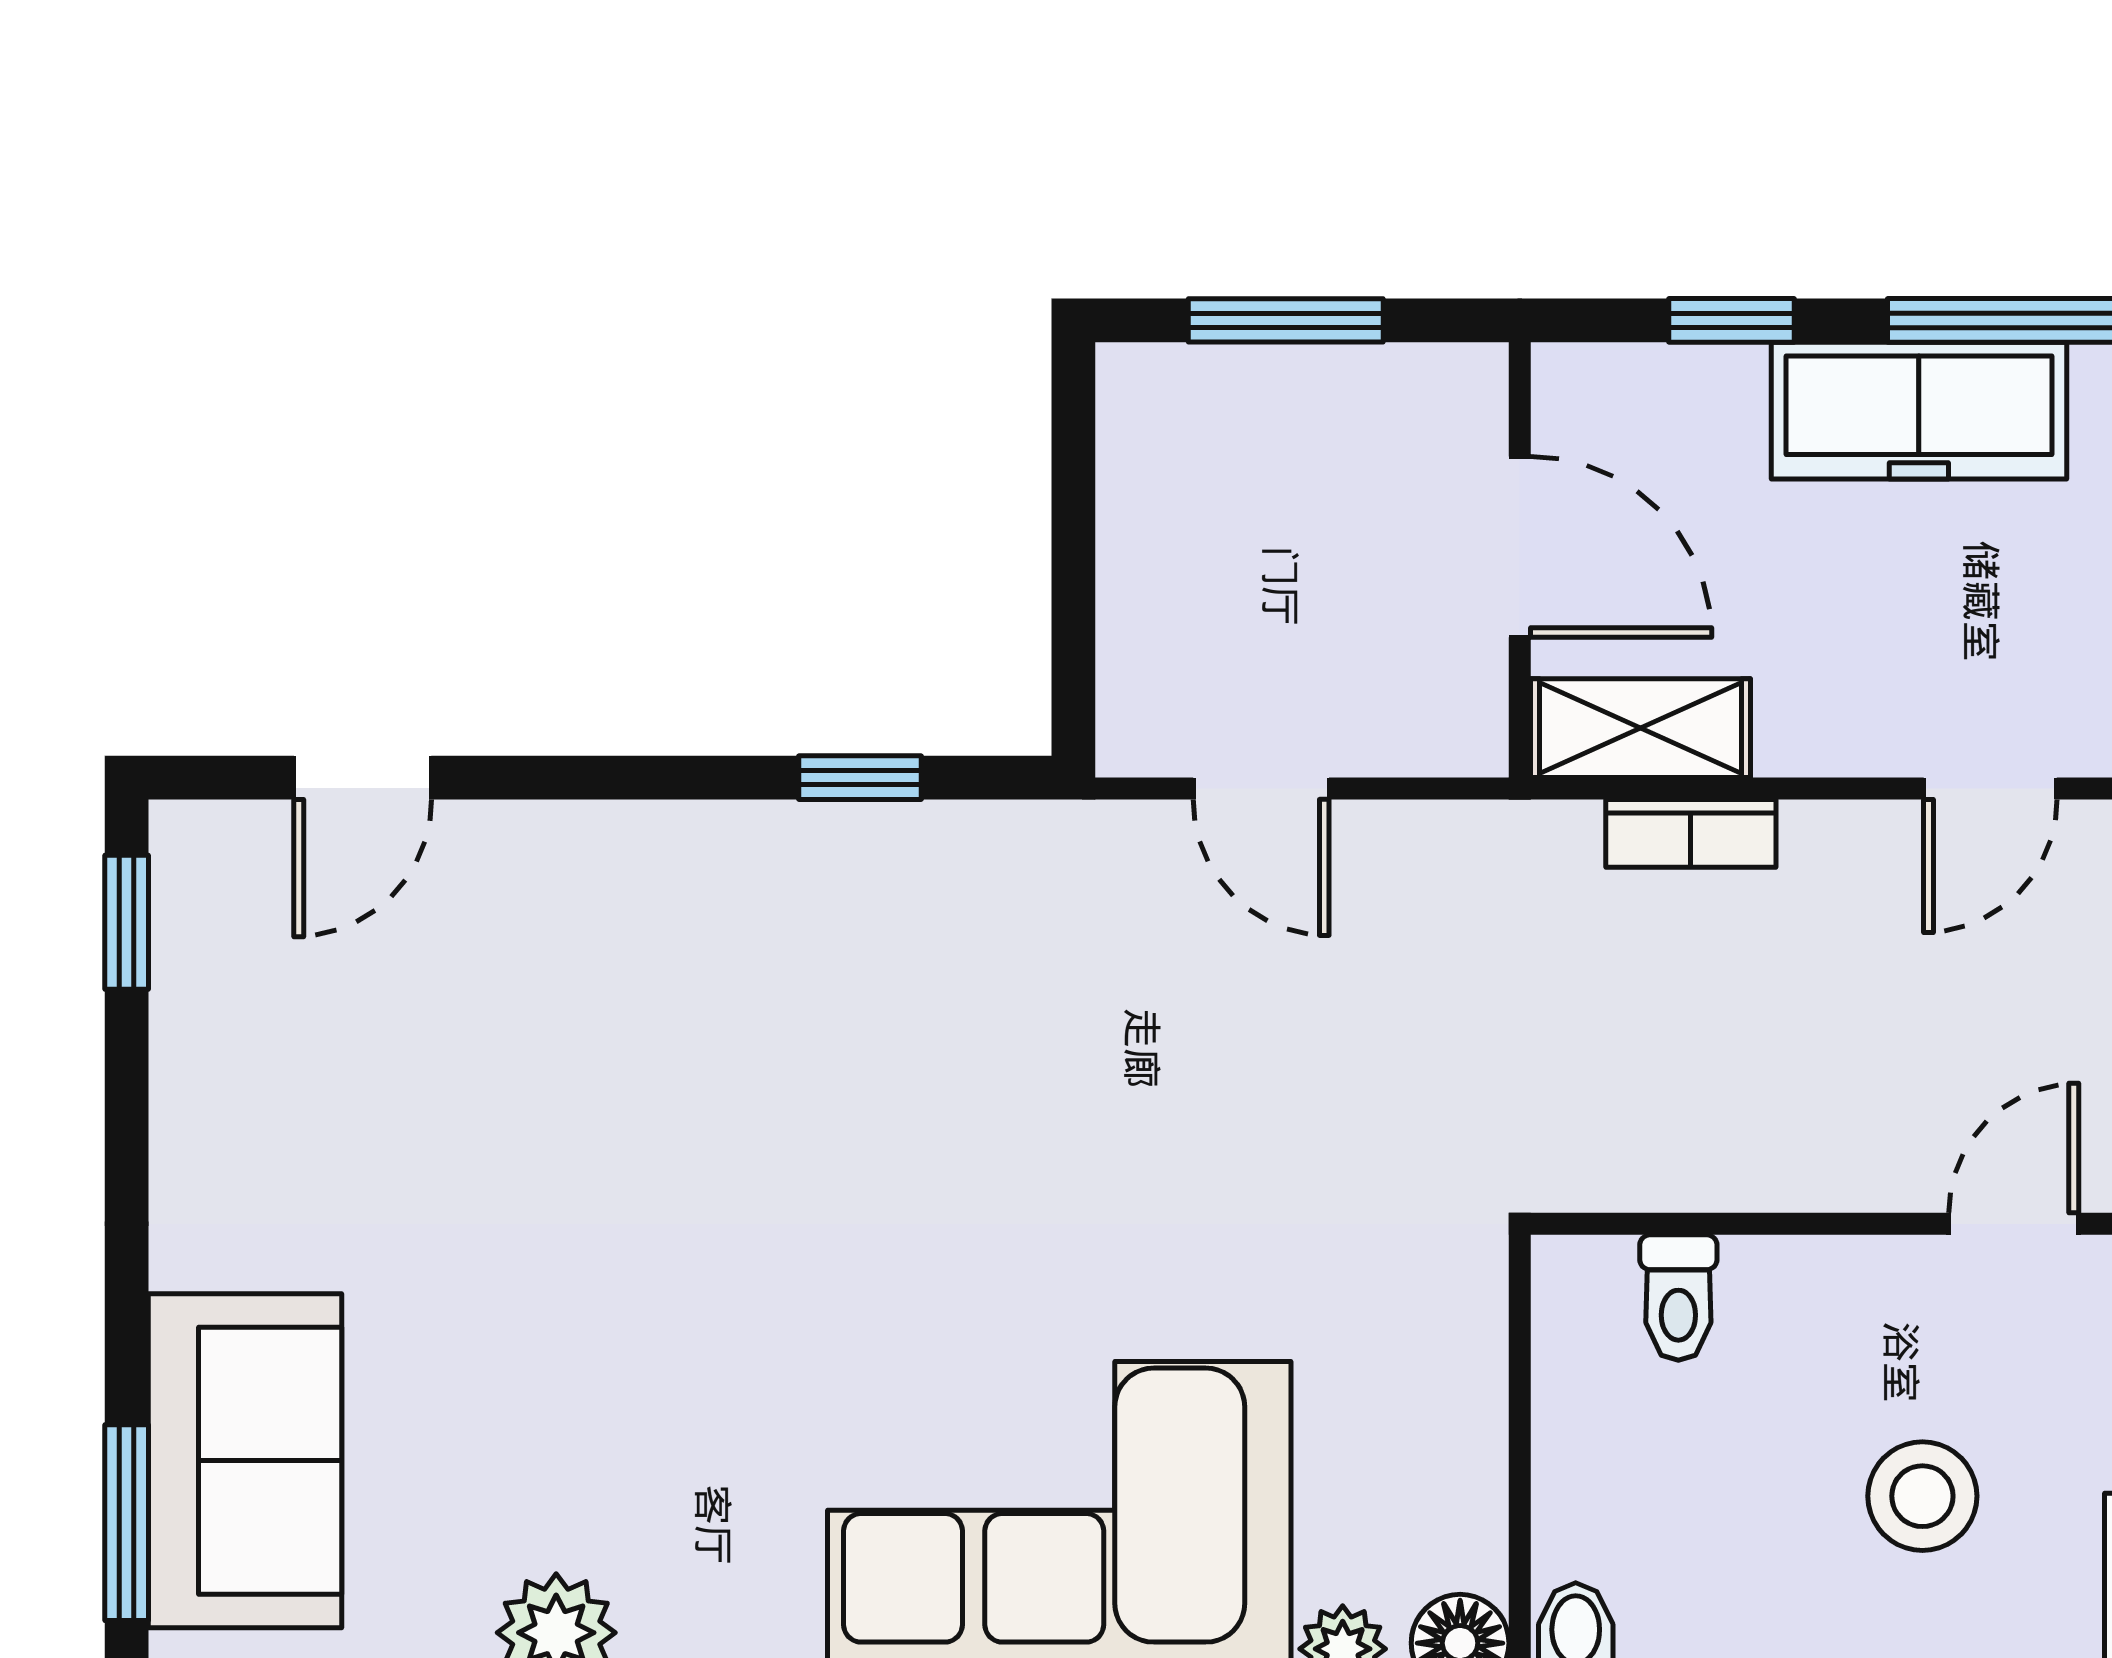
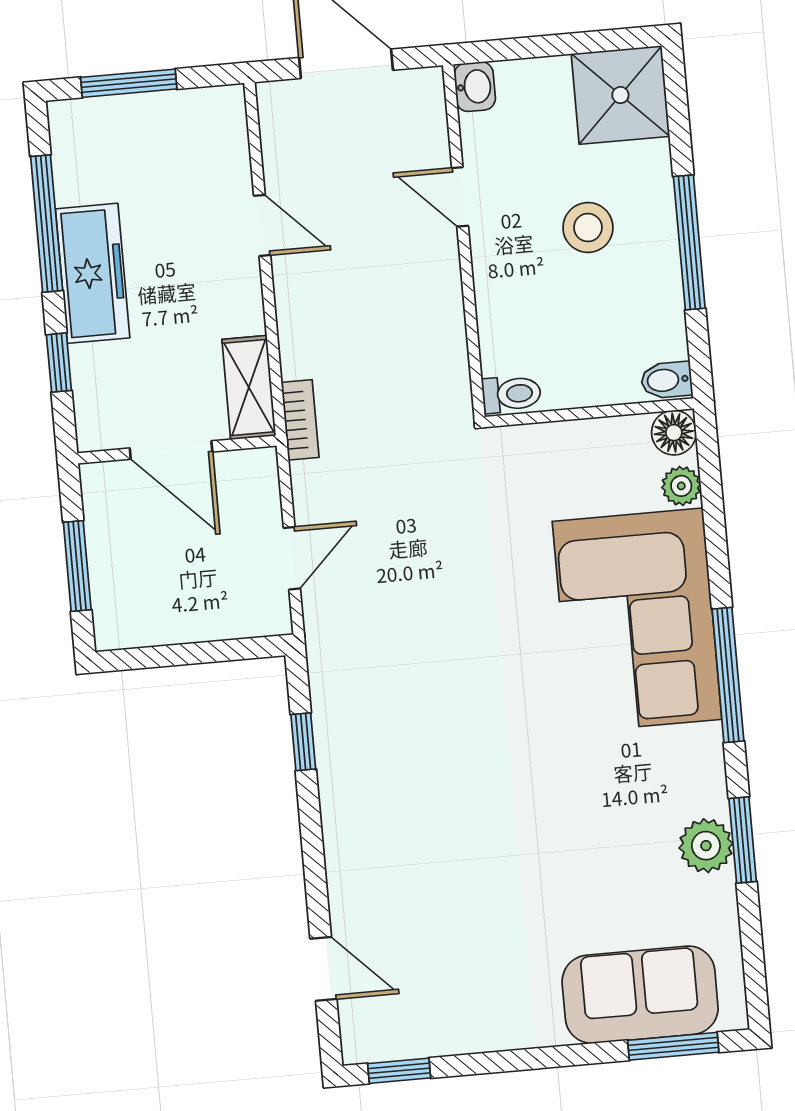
door: (1520, 547) -> (171, 450), swing flipped
bookcase: (1691, 833) -> (300, 420), moved
toilet: (1678, 1298) -> (511, 394), moved

